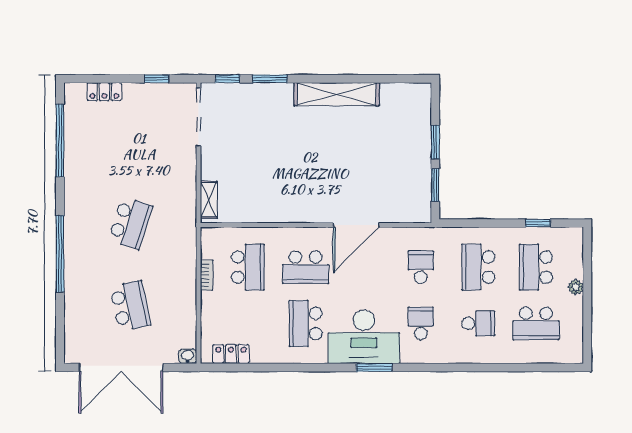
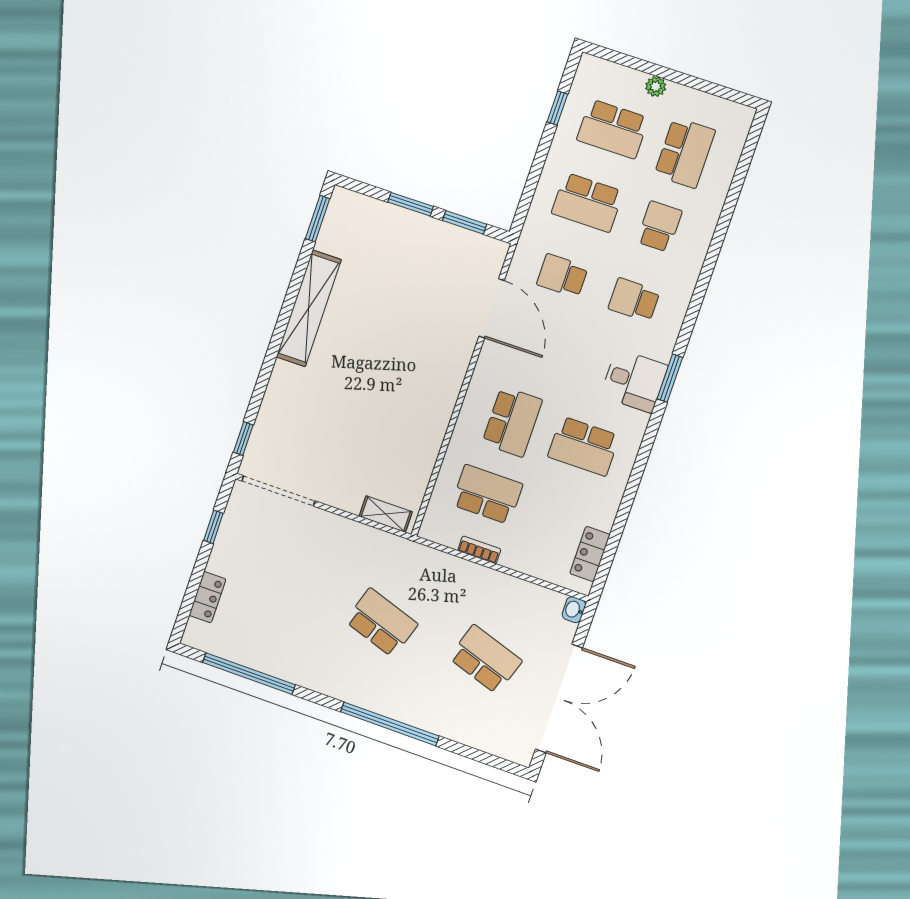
window: (270, 79) -> (318, 219), moved
door: (356, 225) -> (492, 308), moved
school desk: (130, 306) -> (485, 659), turned 30
desk: (364, 337) -> (634, 381), width x0.53, depth x0.77

